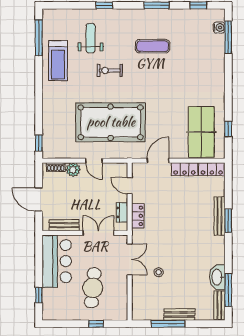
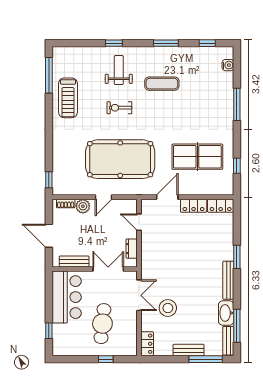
window: (228, 37) -> (237, 104), moved
weight bench: (91, 38) -> (119, 70), moved
table tennis table: (201, 132) -> (197, 157), moved, turned 90
door: (94, 161) -> (104, 197), hinge flipped
locker: (138, 216) -> (147, 344), moved
bench: (220, 216) -> (228, 280), moved
stool: (159, 272) -> (168, 308), width x1.89, depth x1.89
window: (168, 324) -> (206, 359), moved

